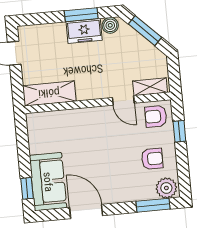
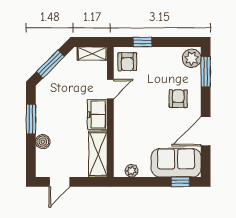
boiler: (110, 25) -> (43, 142), moved
freezer: (84, 31) -> (97, 115), moved, turned 180
shelving: (150, 87) -> (92, 53), moved, turned 90
plant: (34, 133) -> (132, 171), added
armchair: (152, 159) -> (178, 99), moved

